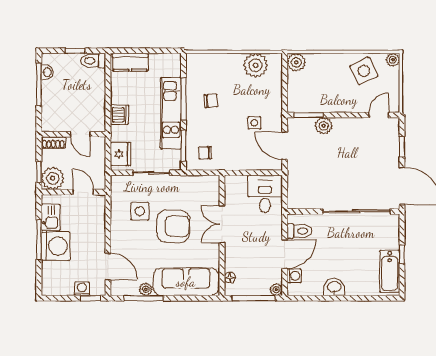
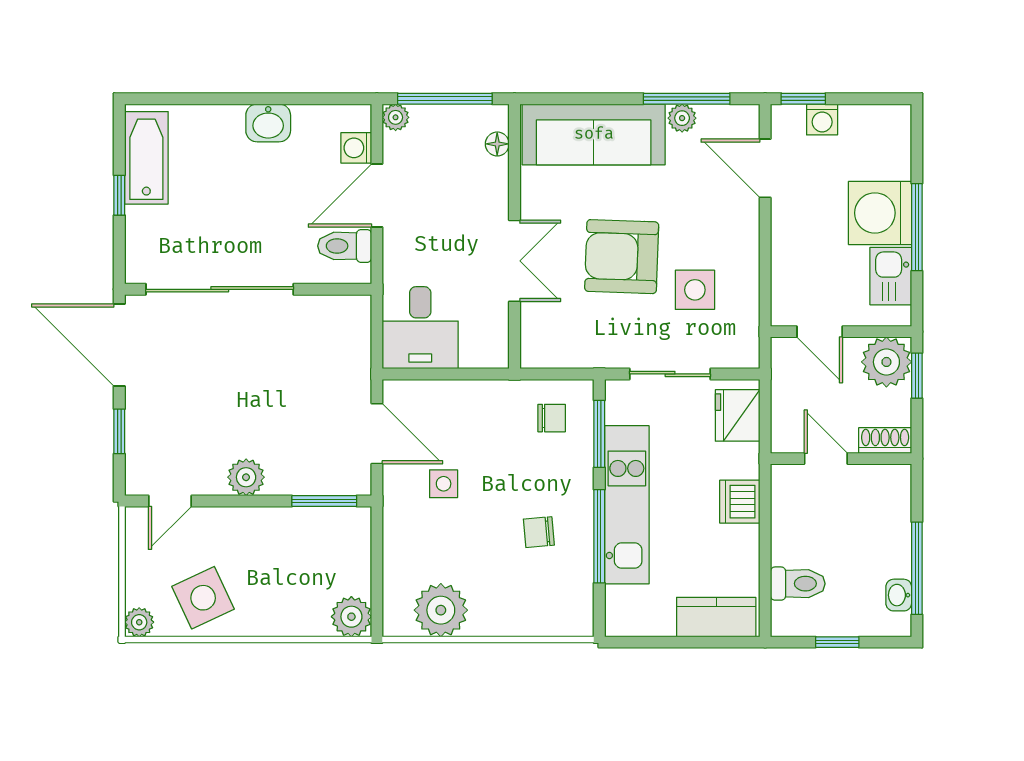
toilet: (93, 61) -> (798, 584), moved
plant: (324, 126) -> (246, 477), moved

